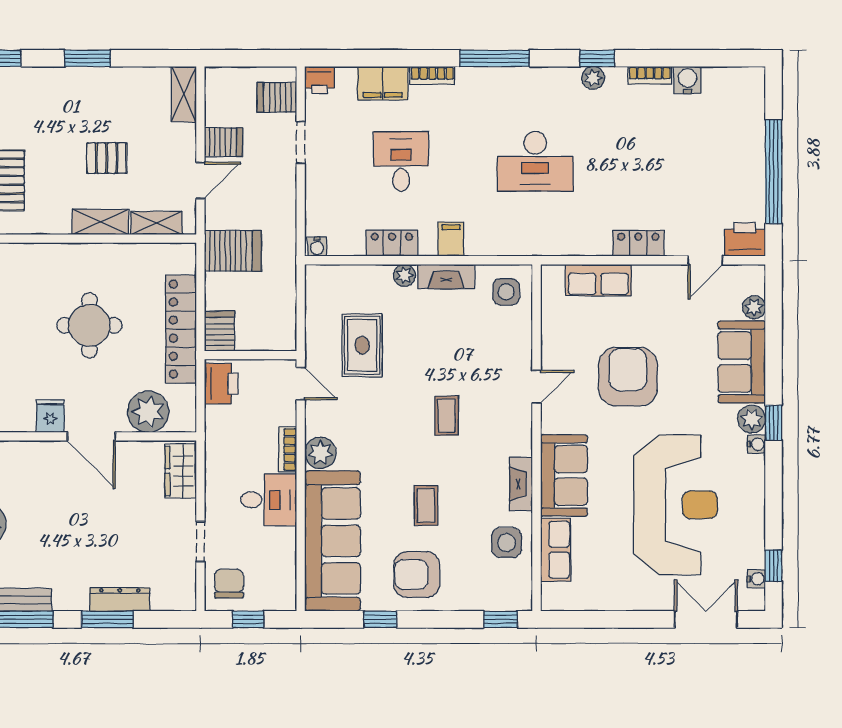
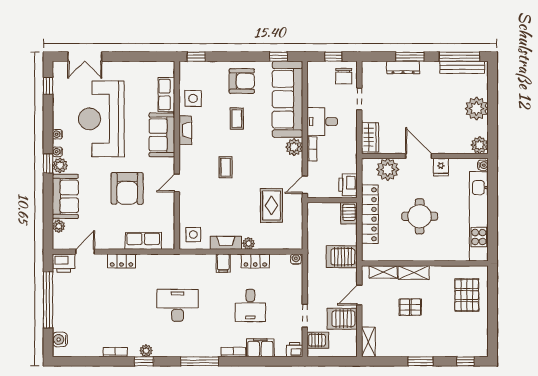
water cooler: (687, 80) -> (60, 339), moved, turned 90
server rack: (224, 142) -> (342, 319), width x1.36, depth x1.44
door: (301, 384) -> (305, 185), hinge flipped
water cooler: (756, 579) -> (57, 134), moved
window: (380, 619) -> (279, 57), moved

